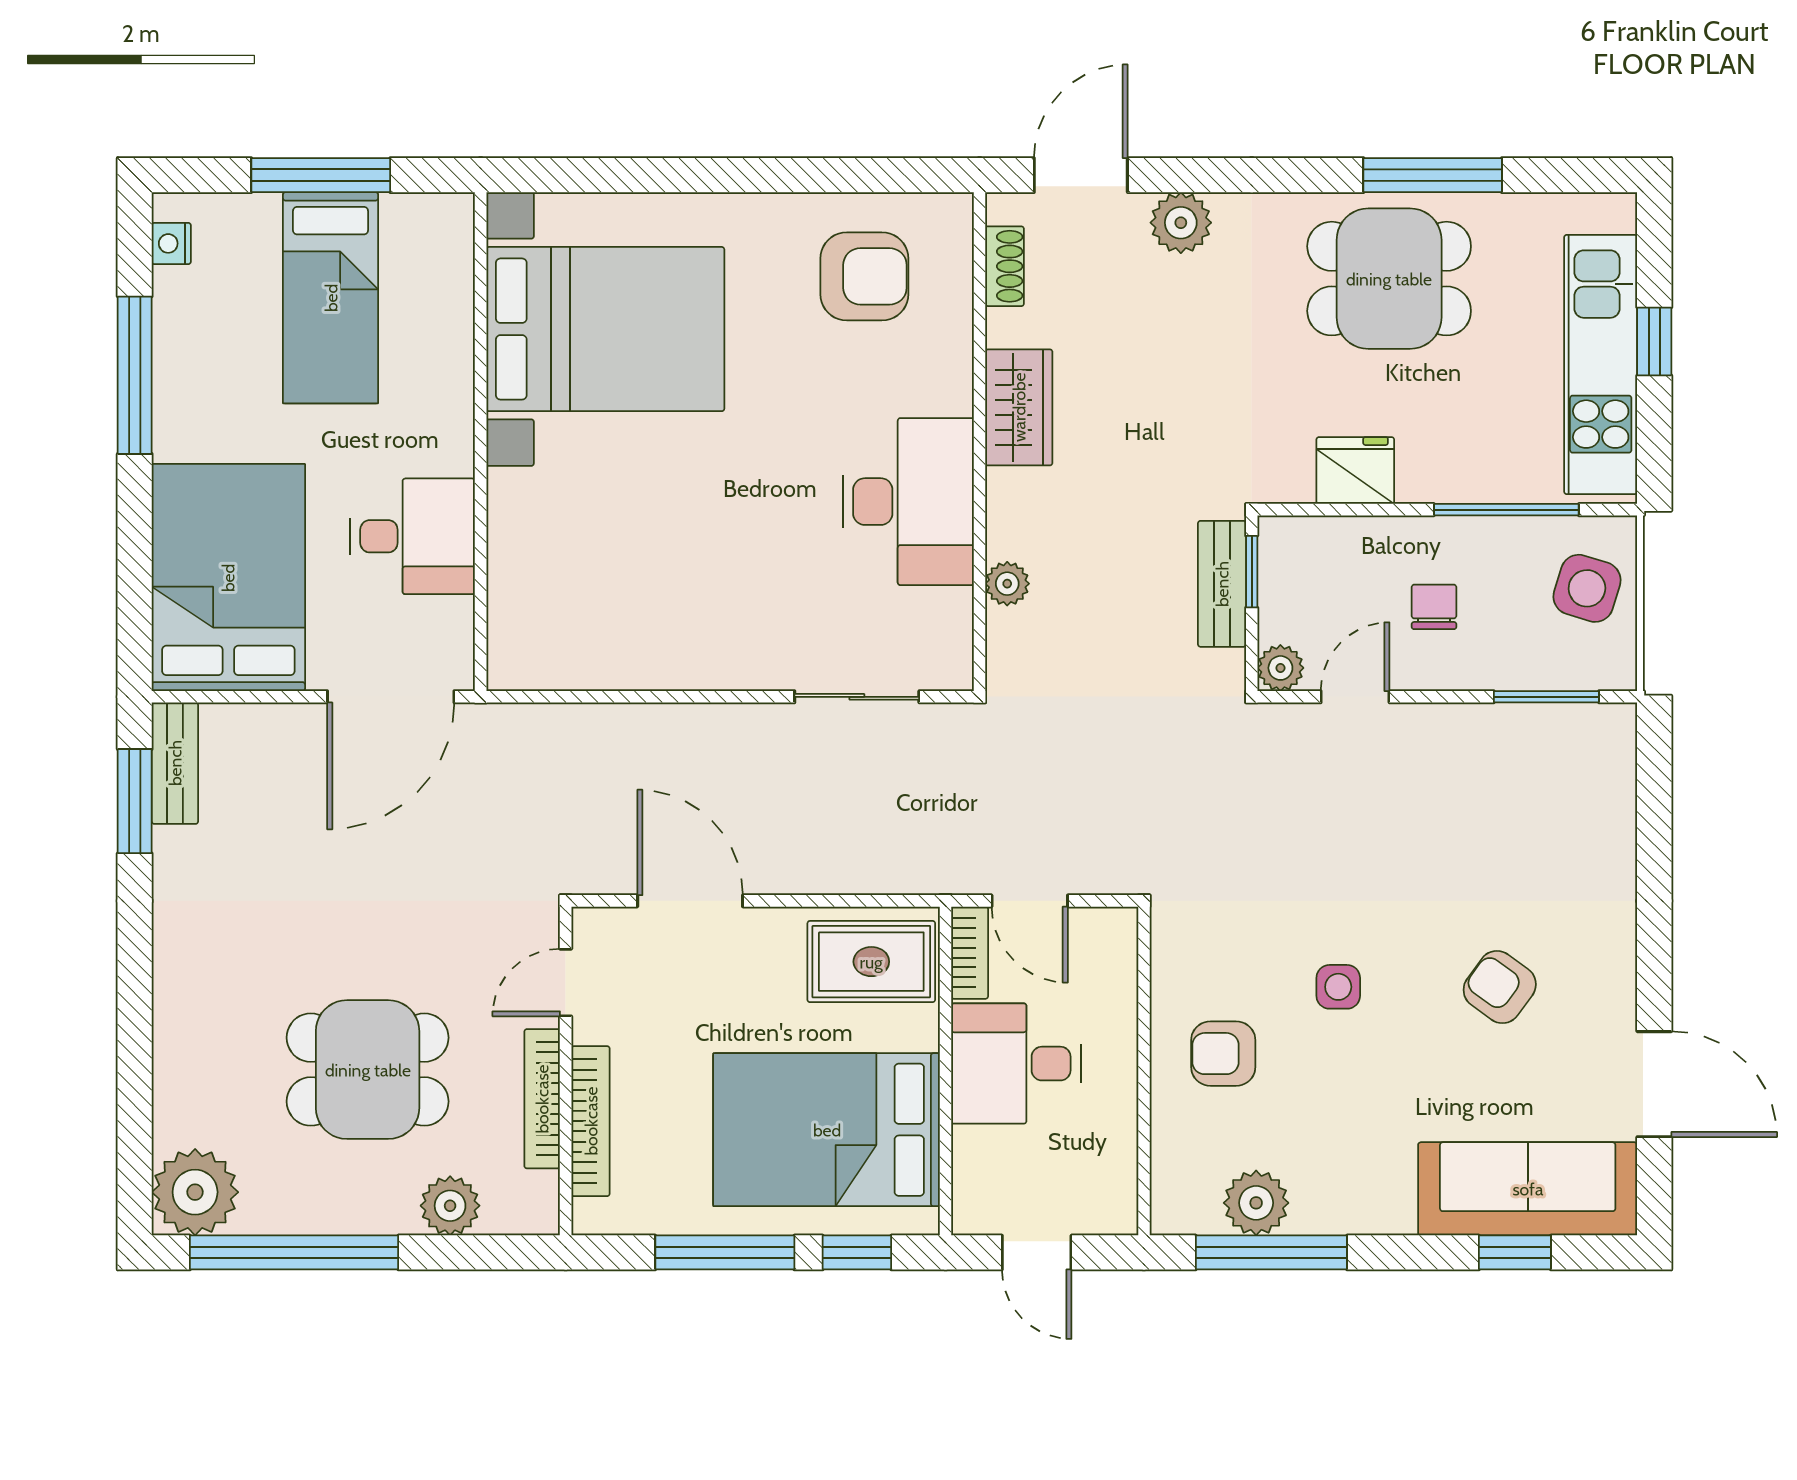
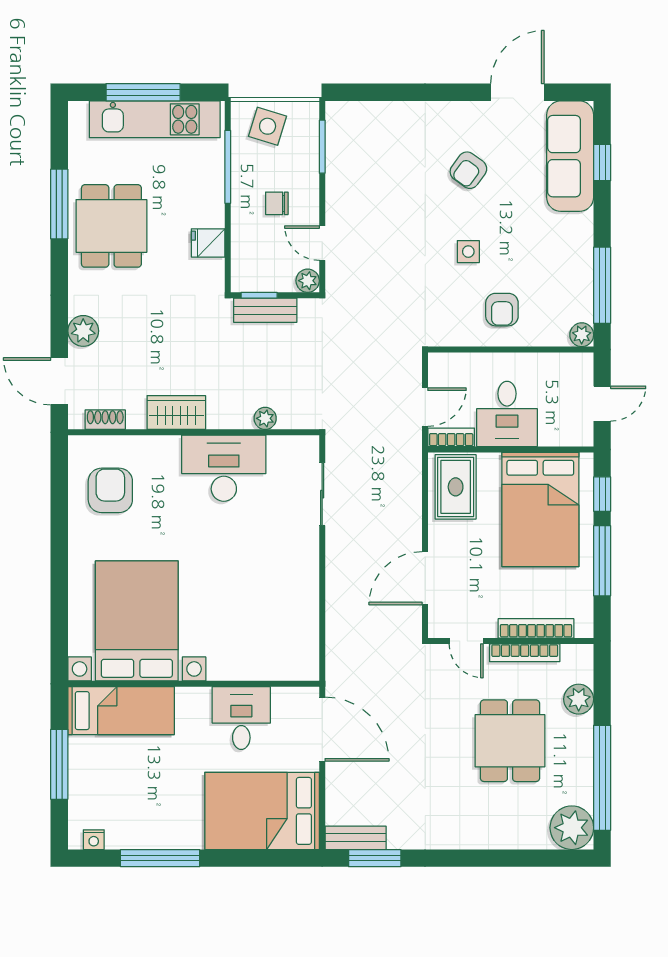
bed: (331, 298) -> (121, 711), moved
window: (1654, 341) -> (143, 92), width x2.17
fridge: (1355, 471) -> (208, 243), width x0.72
plant: (1256, 1203) -> (582, 335), moved, width x0.73, depth x0.73

